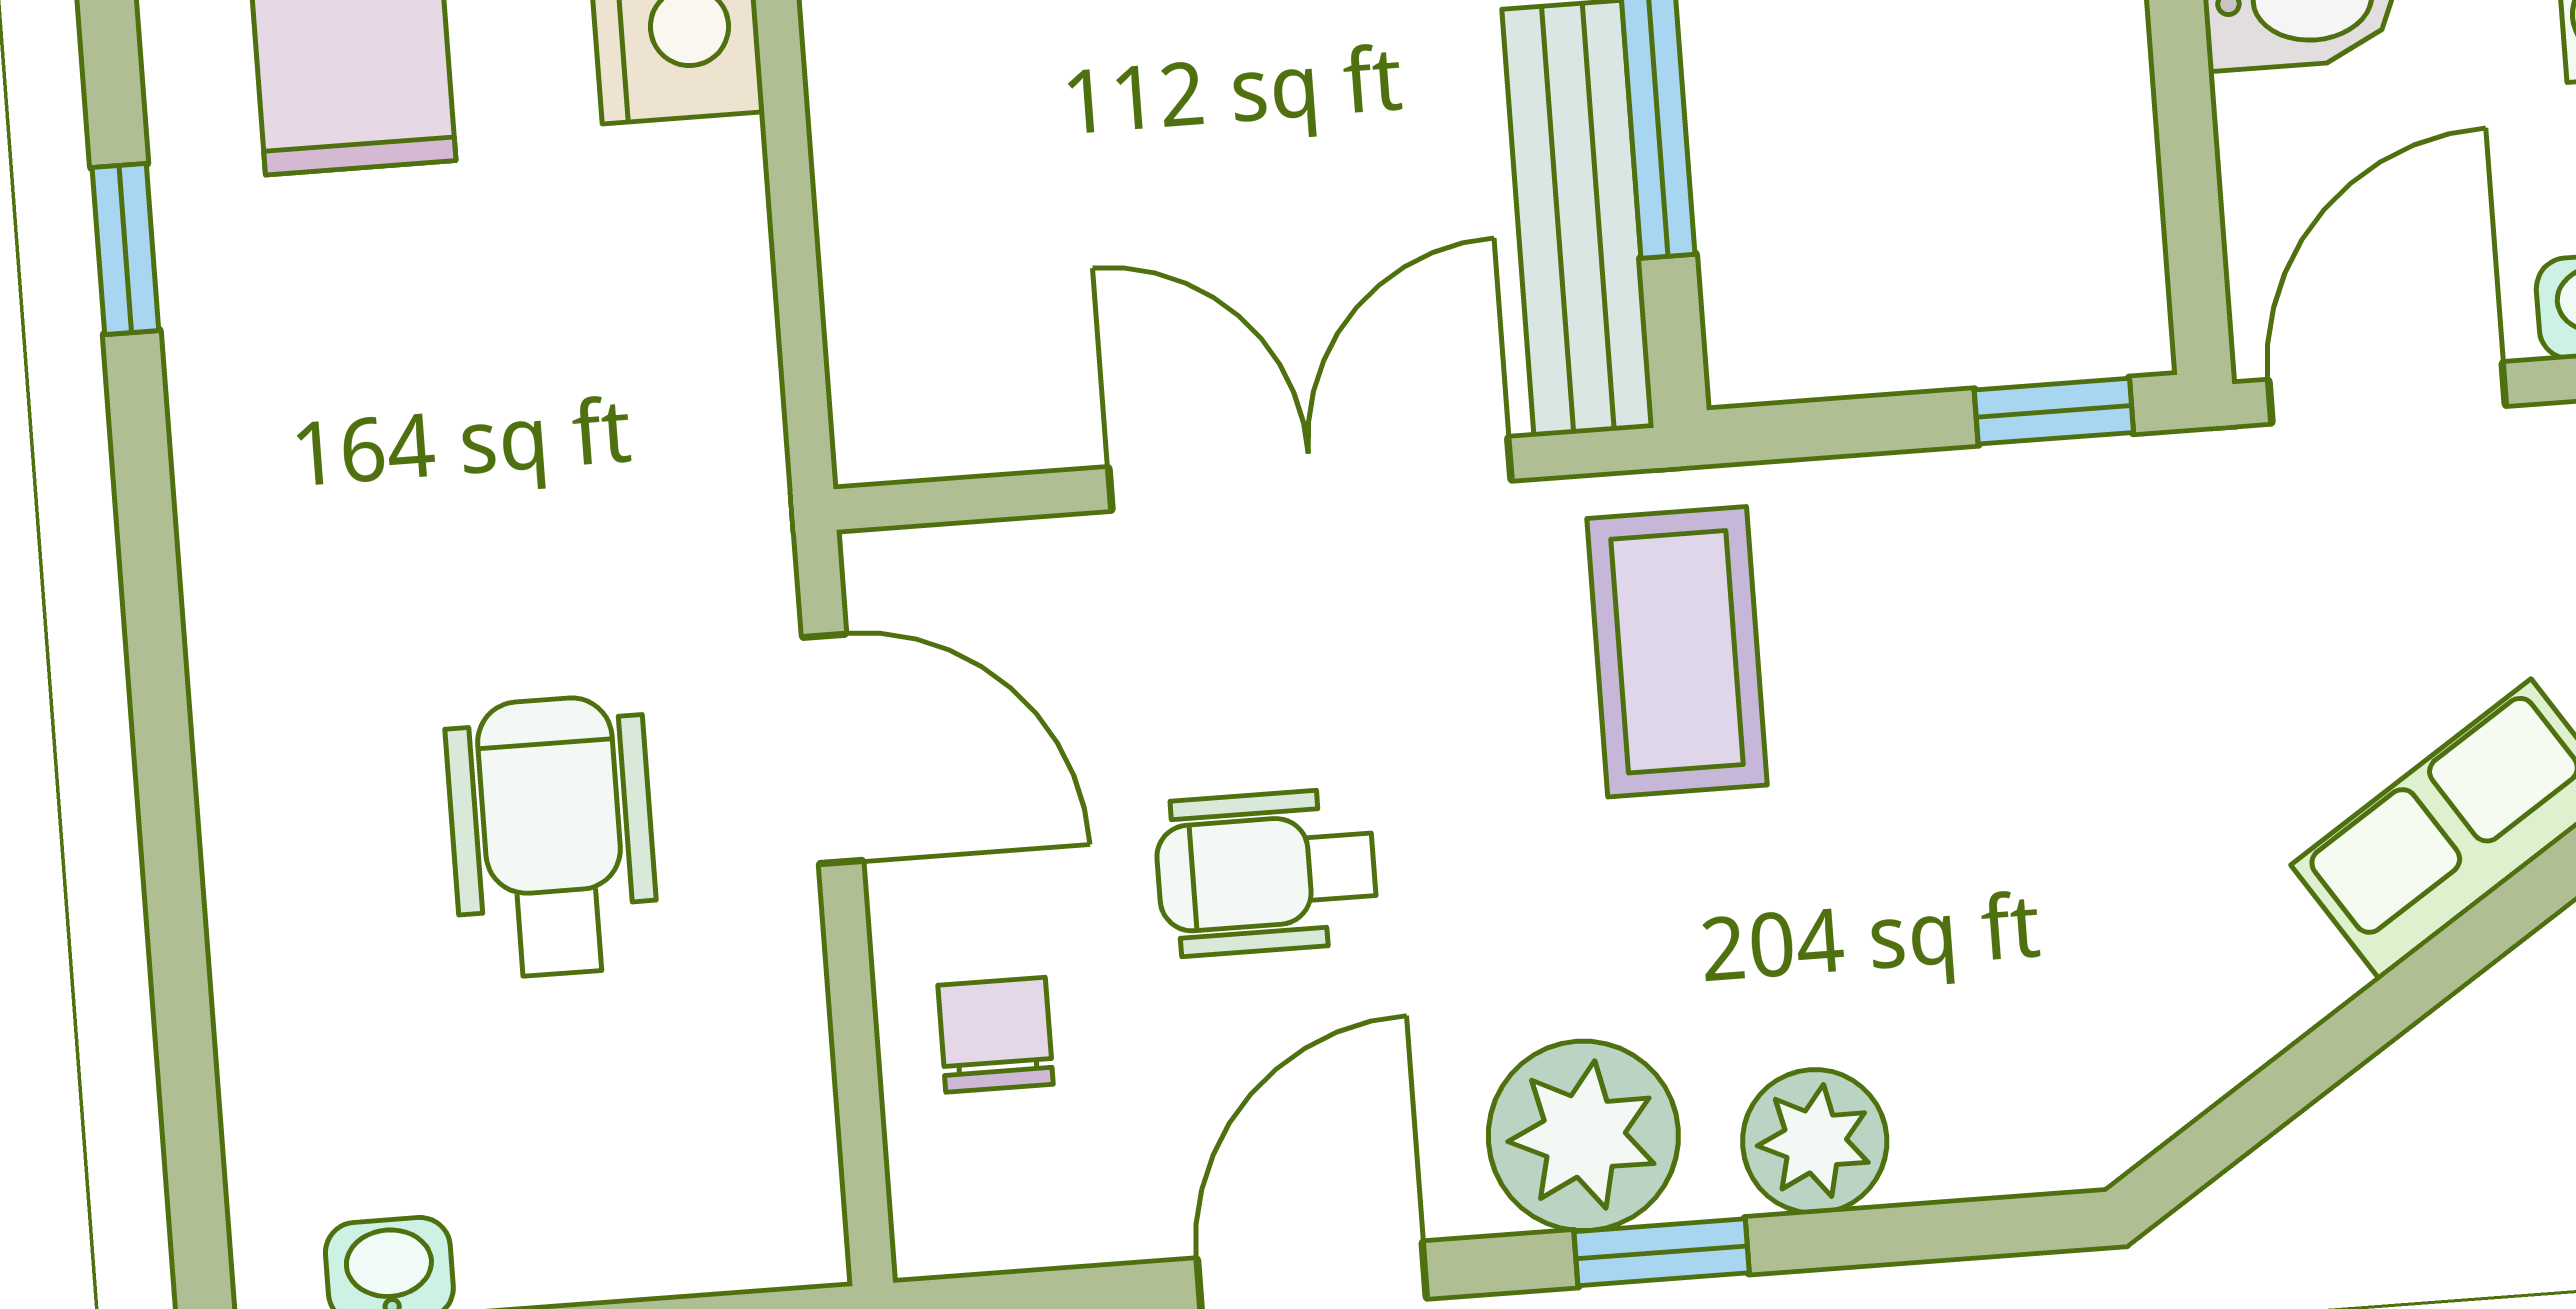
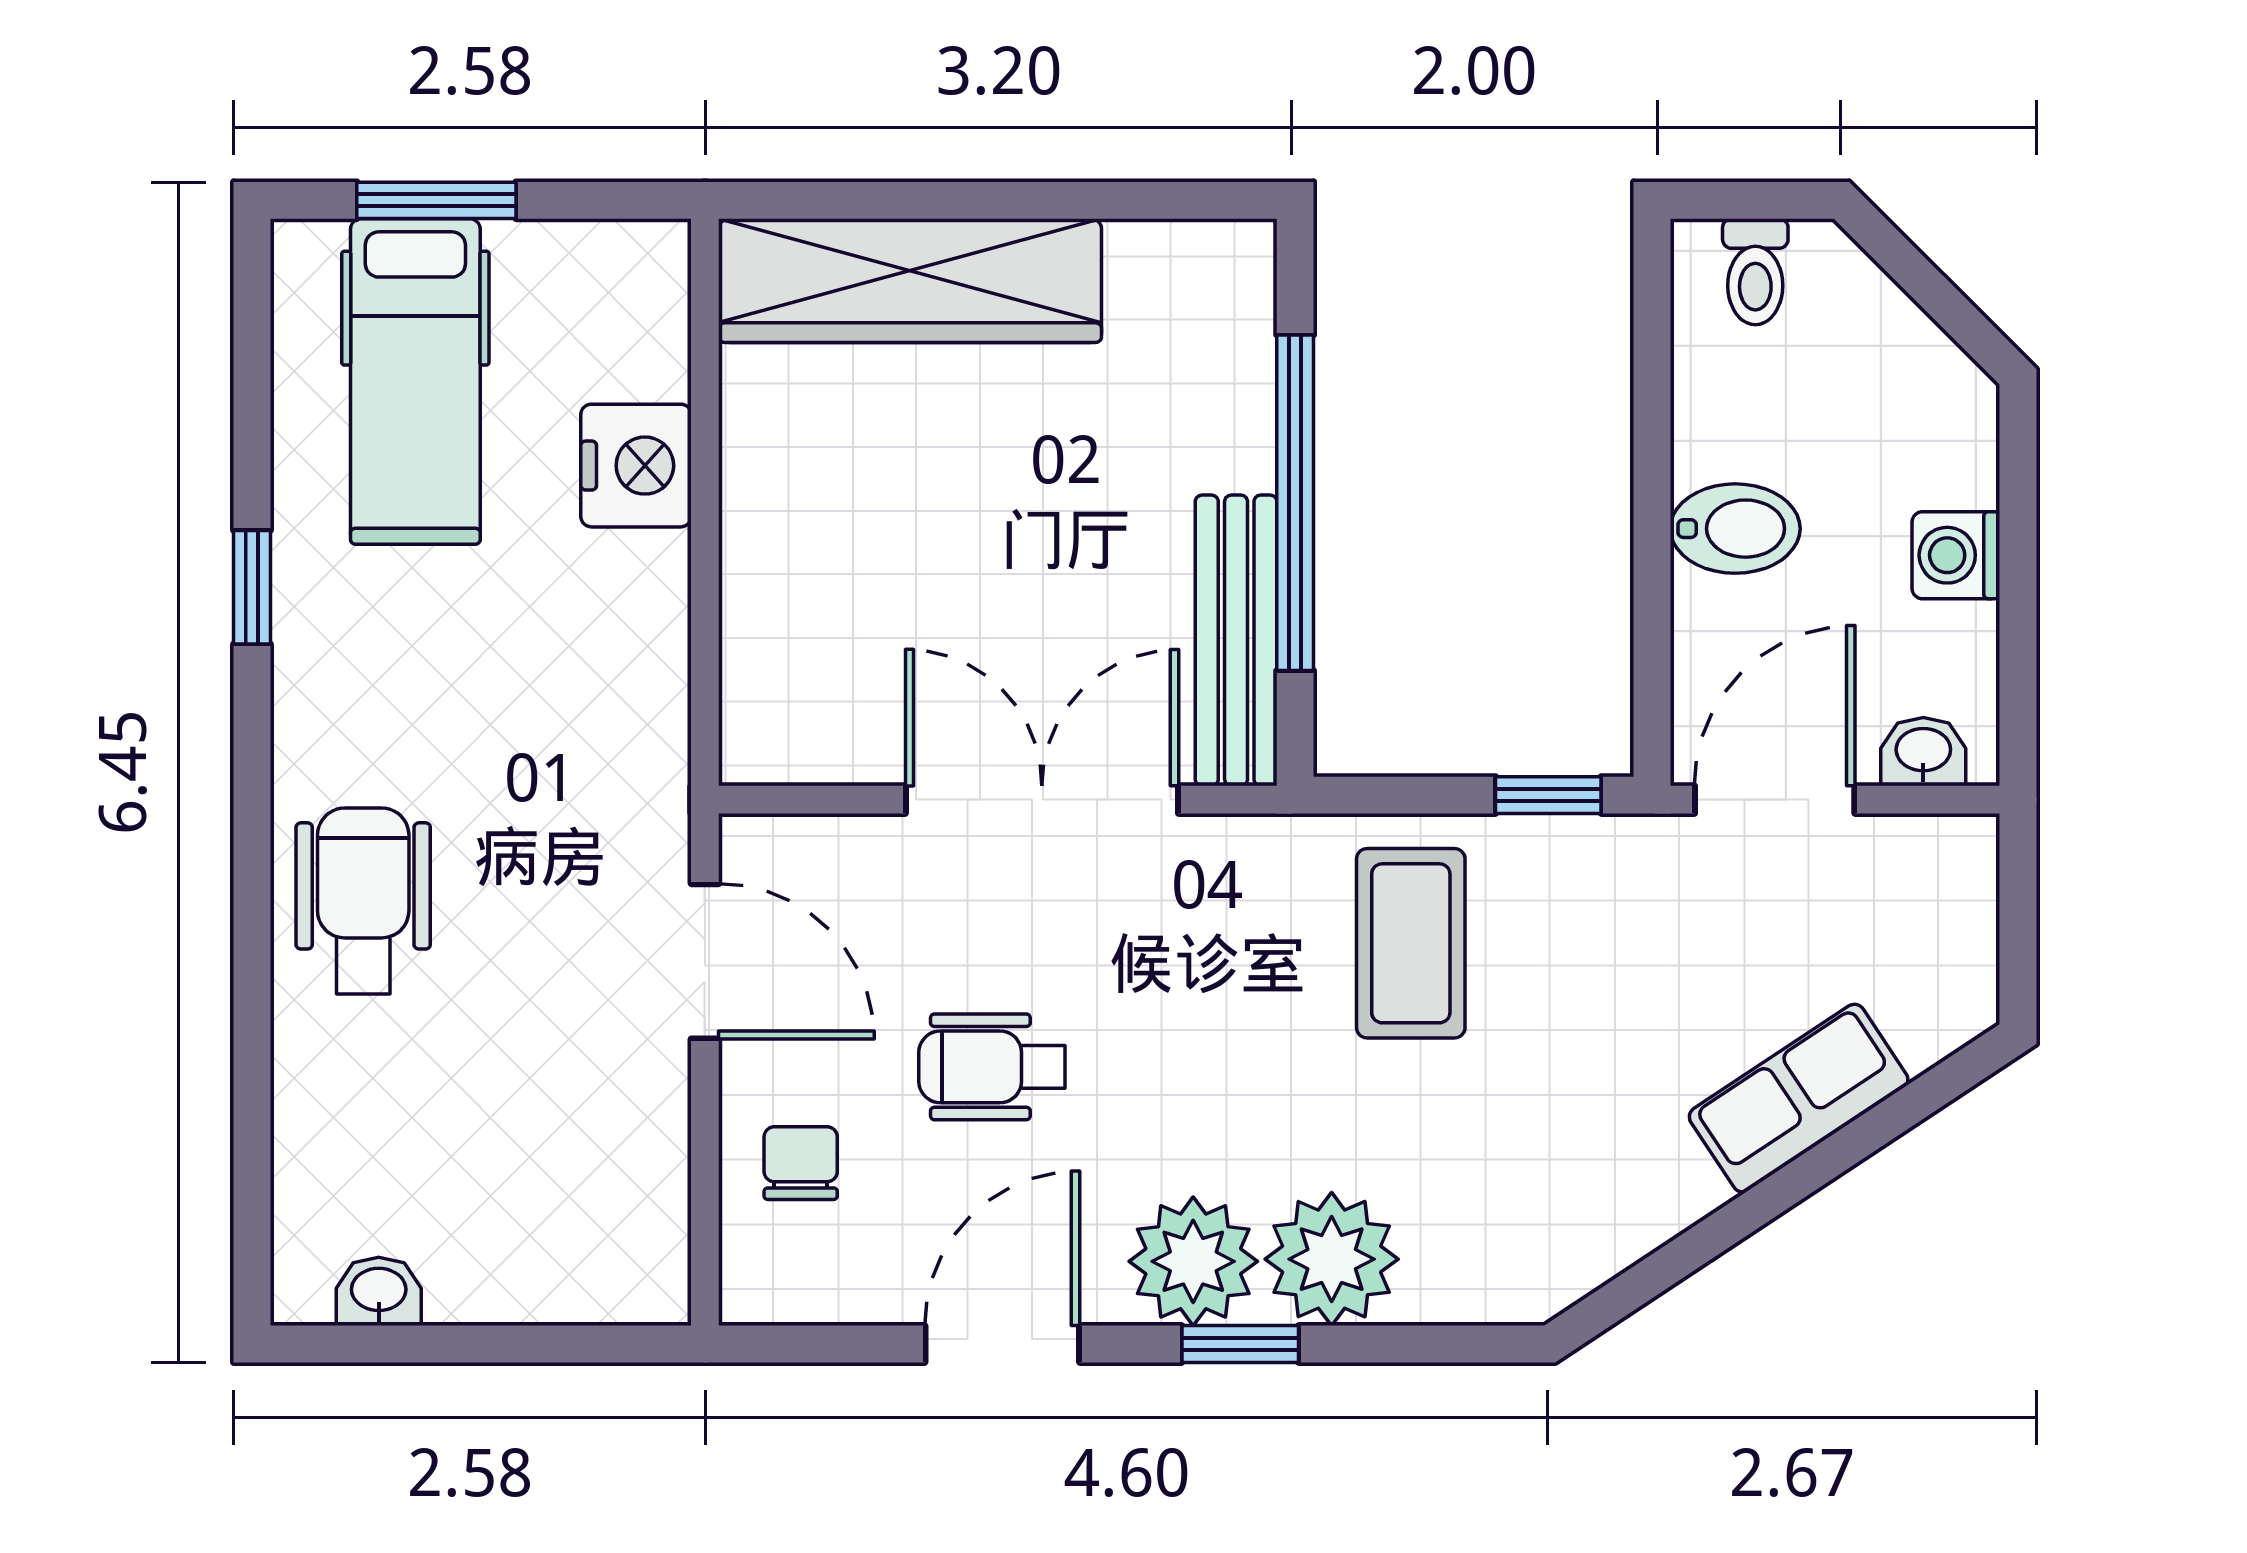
coffee table: (1677, 652) -> (1411, 943), moved
wheelchair: (552, 837) -> (363, 901), moved
plant: (1815, 1141) -> (1332, 1259), width x1.36, depth x1.36

